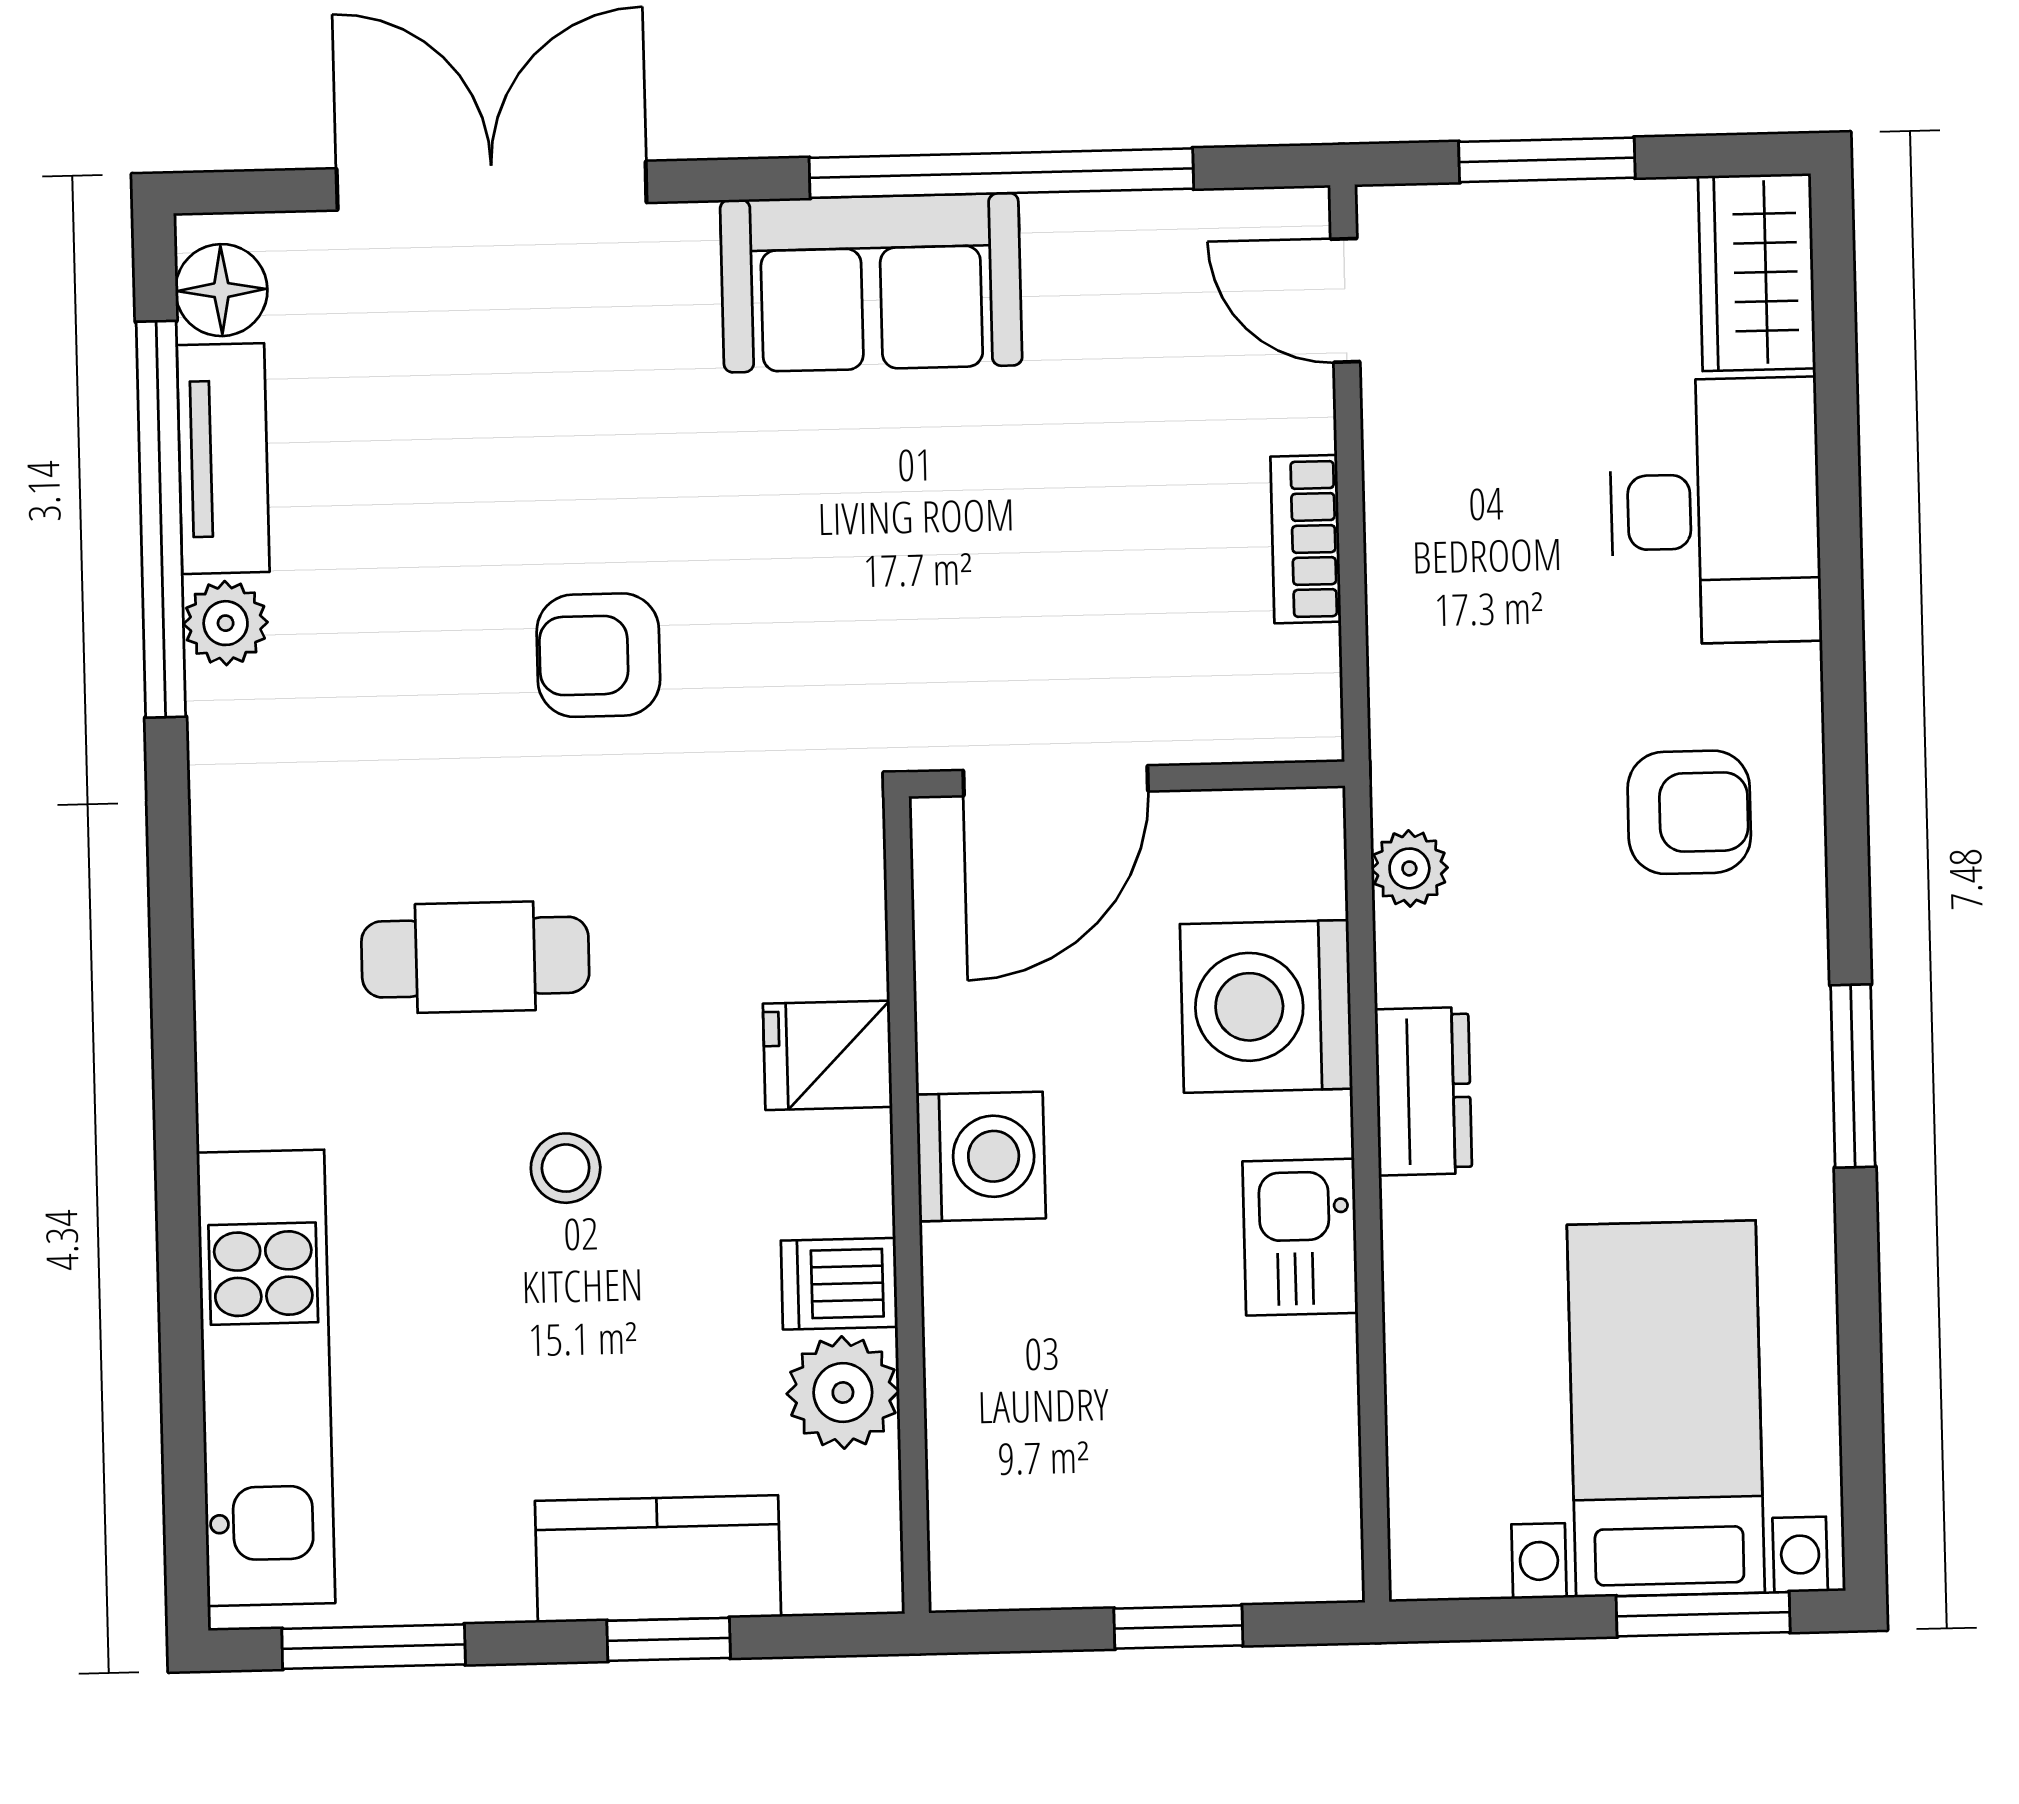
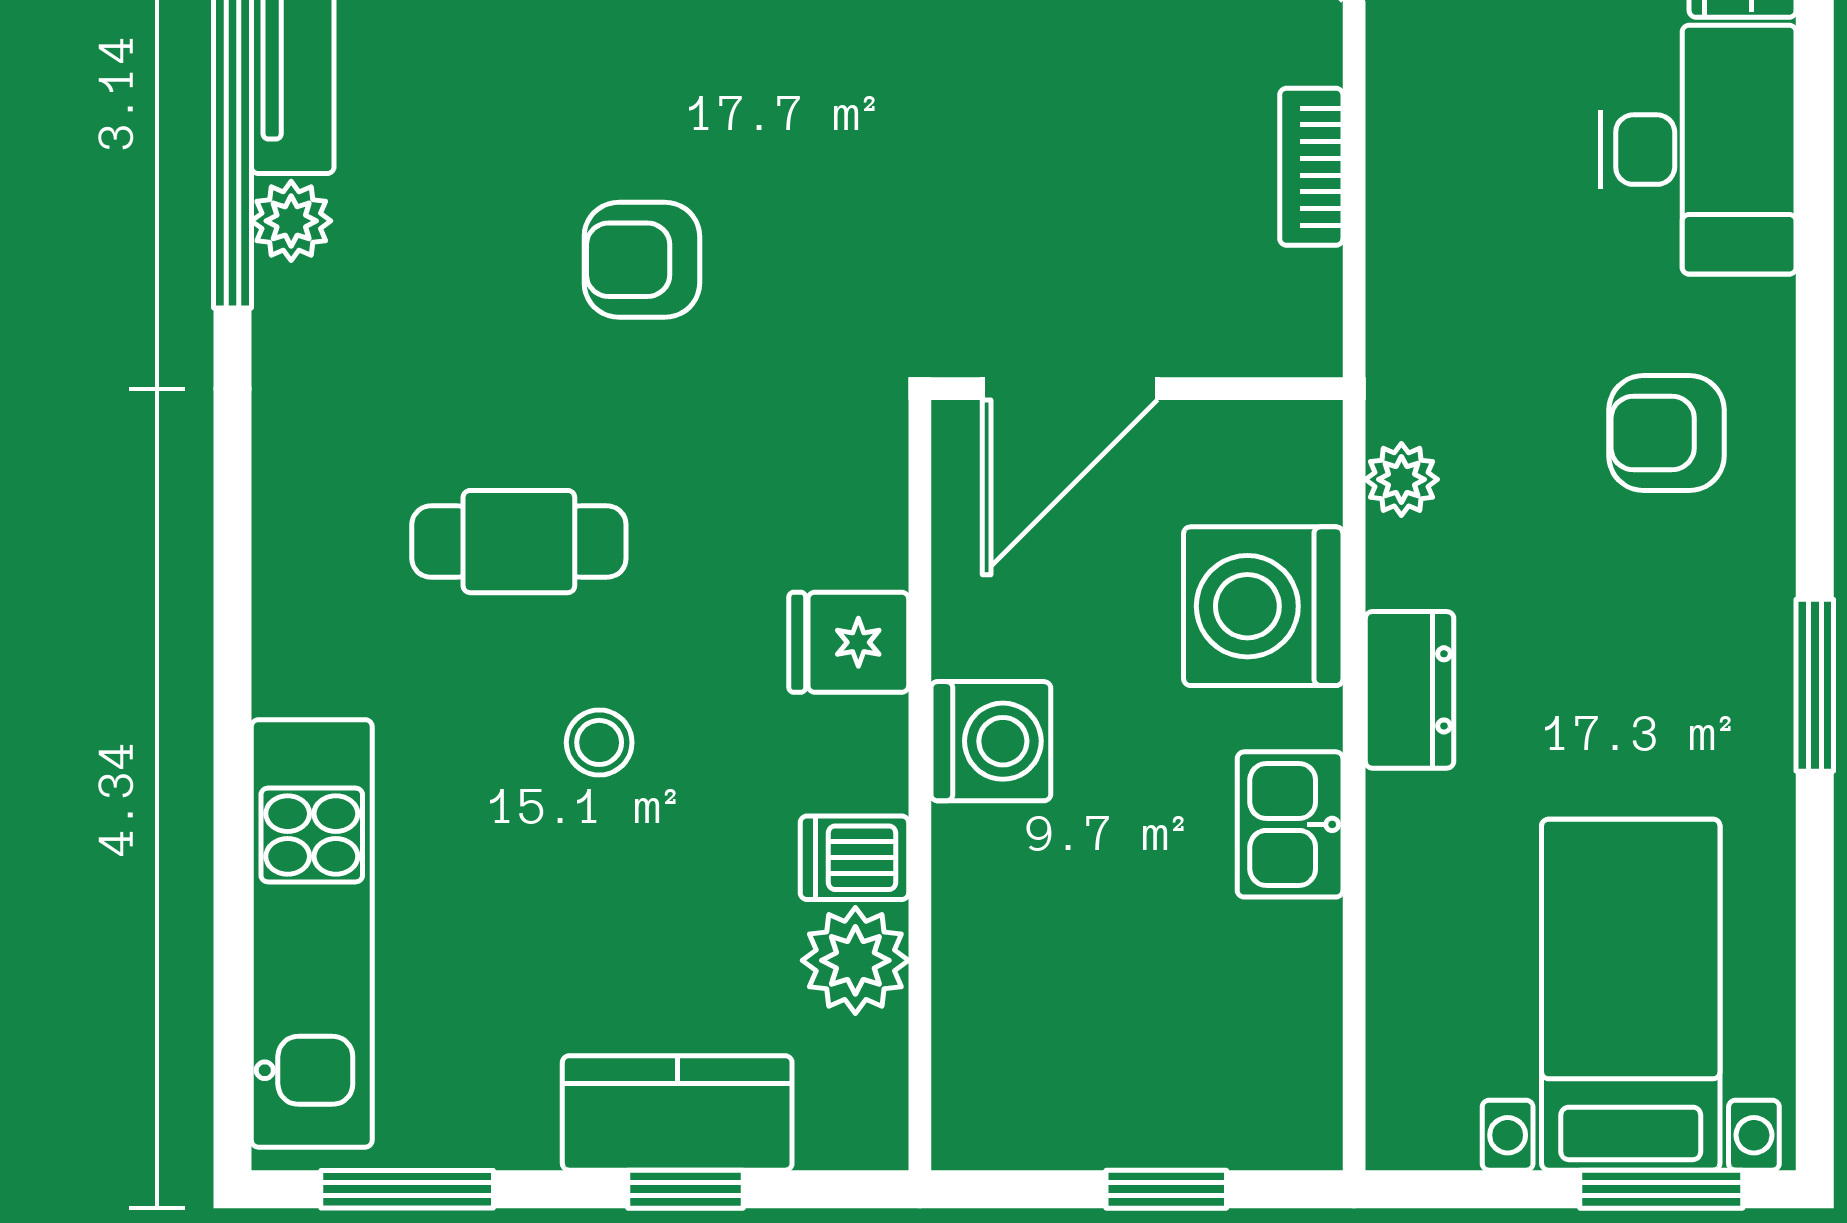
armchair: (1689, 812) -> (1666, 433), turned 180

